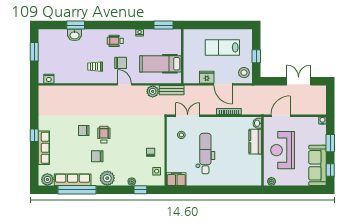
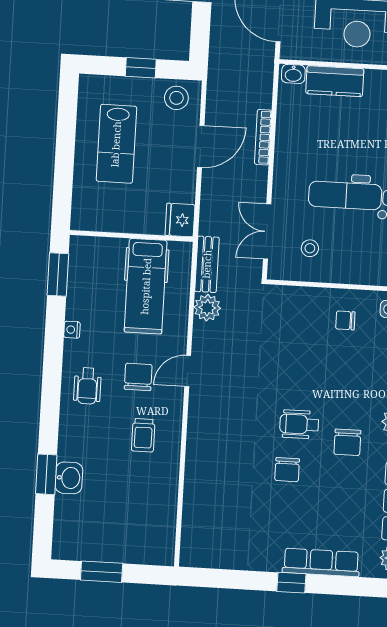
fridge: (207, 77) -> (180, 220), moved
nightstand: (49, 79) -> (165, 542), removed

